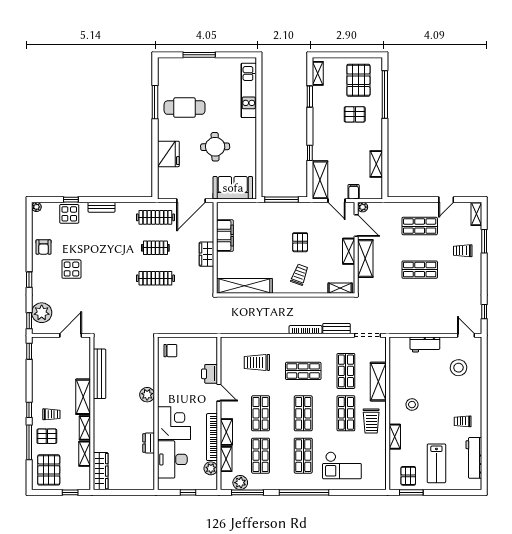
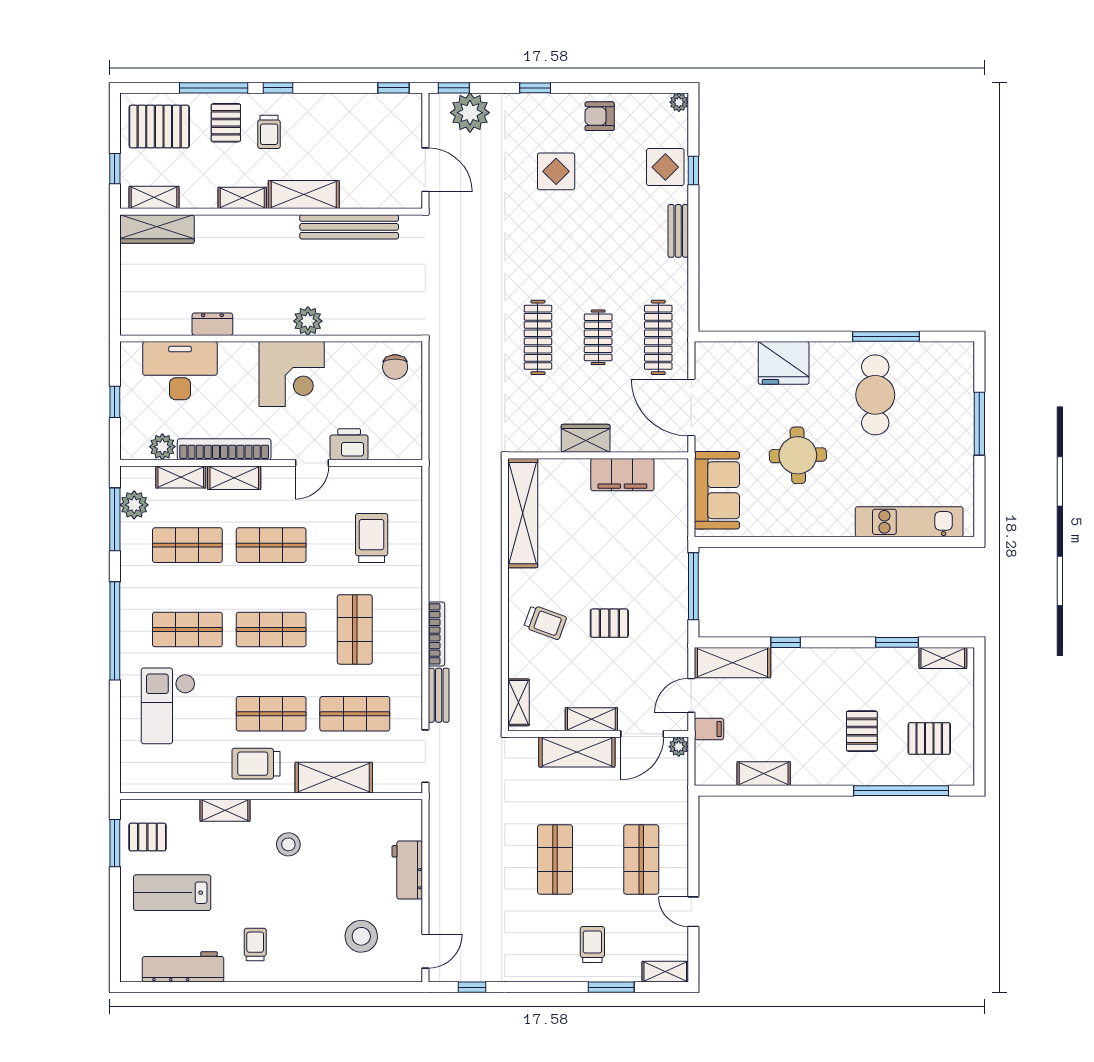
pallet: (358, 80) -> (929, 738), width x0.67, depth x0.71
corner desk: (174, 423) -> (292, 374), moved
shelving: (85, 454) -> (154, 197), moved

